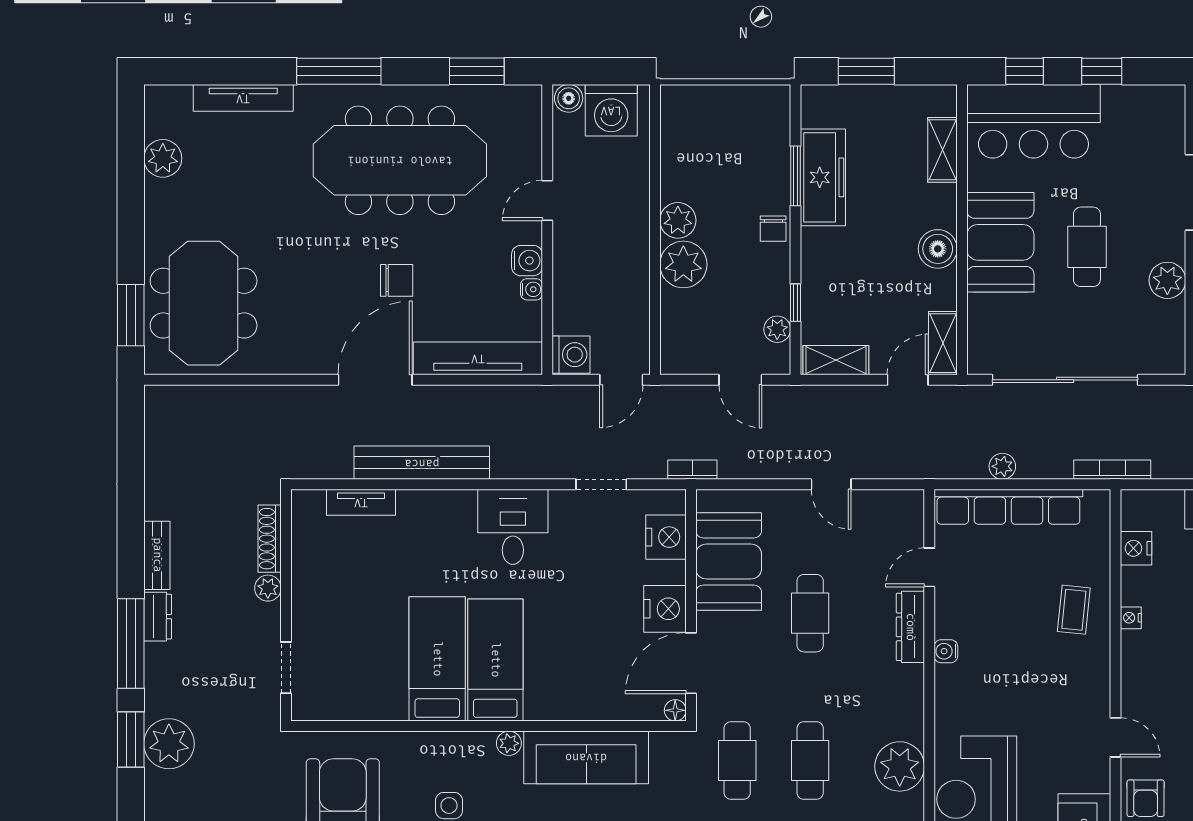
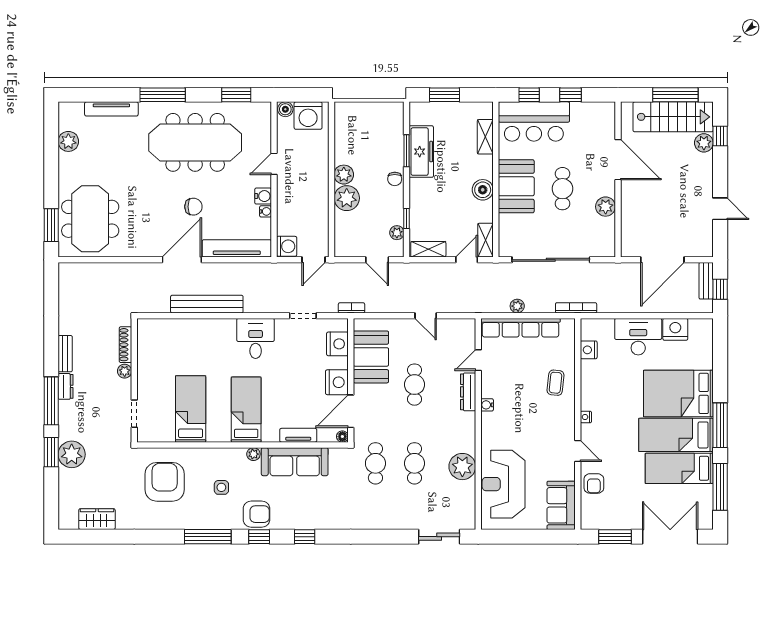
tv unit: (361, 502) -> (298, 435), moved, turned 180
nightstand: (1131, 618) -> (586, 417), moved
bed: (437, 659) -> (191, 409), moved

